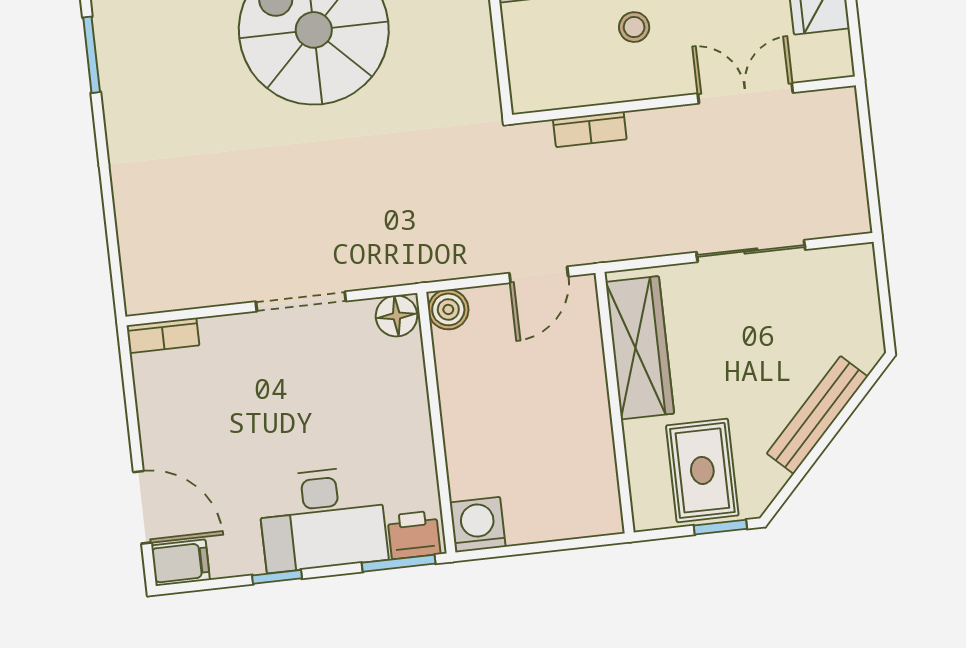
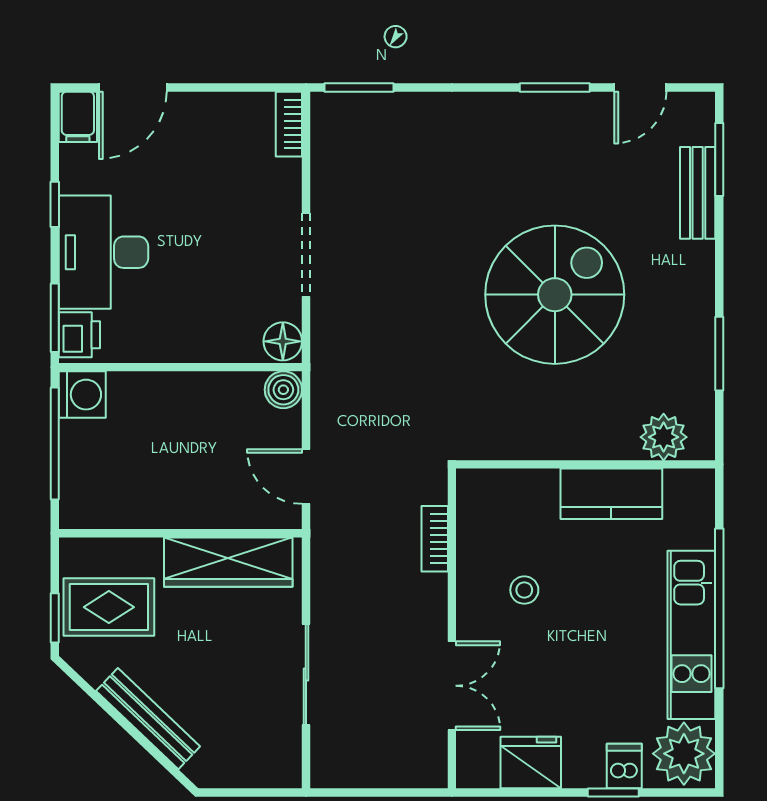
window: (115, 265) -> (359, 88), added
window: (533, 548) -> (55, 443), added

